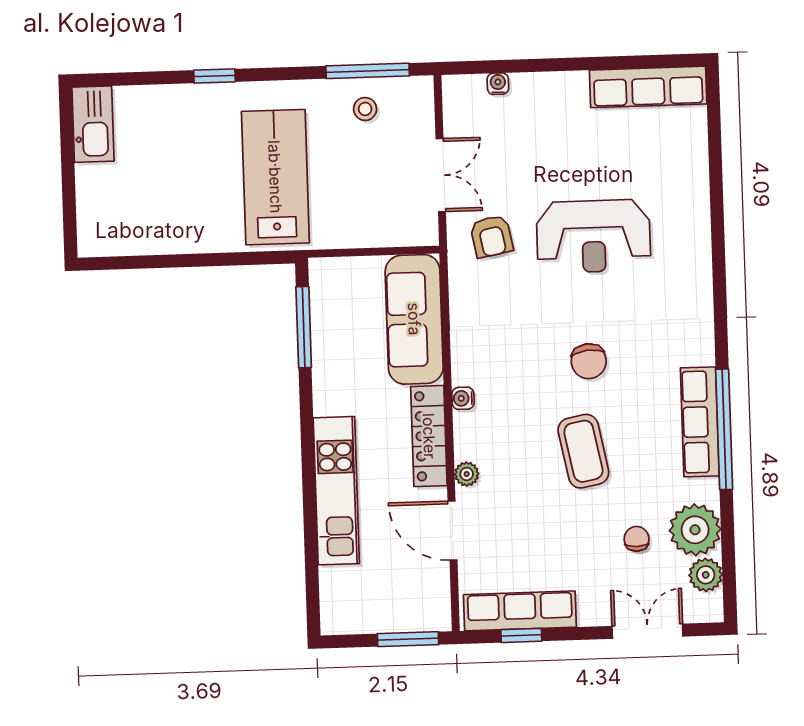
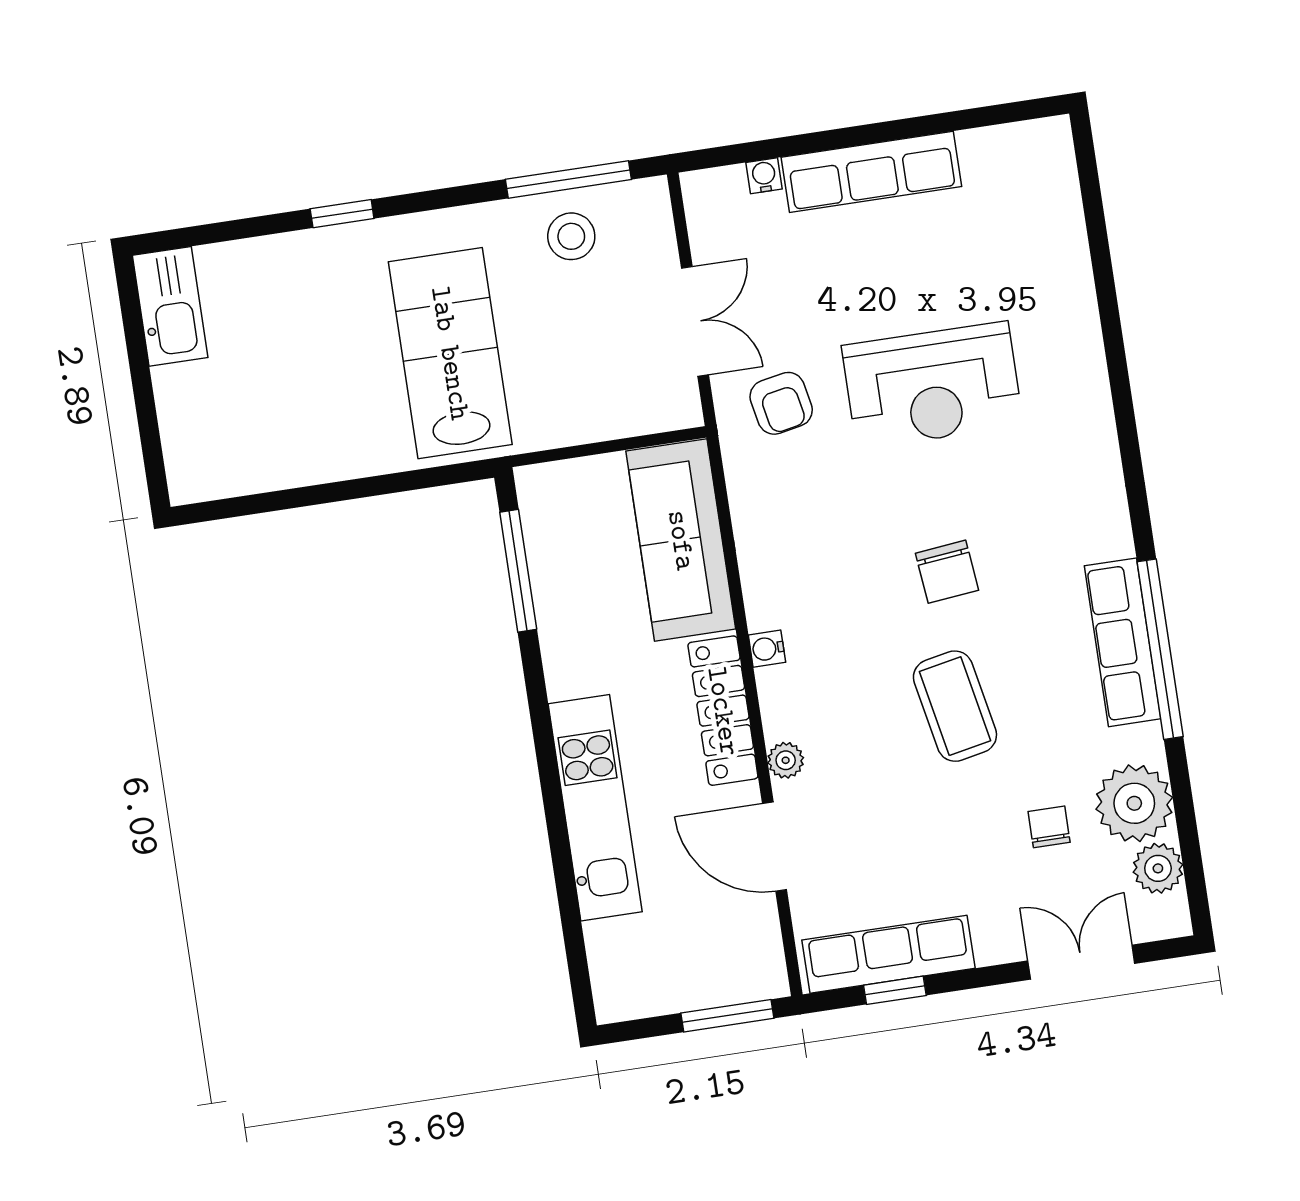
row of seats: (648, 87) -> (871, 172), moved
stool: (365, 109) -> (571, 236), width x1.37, depth x1.37

